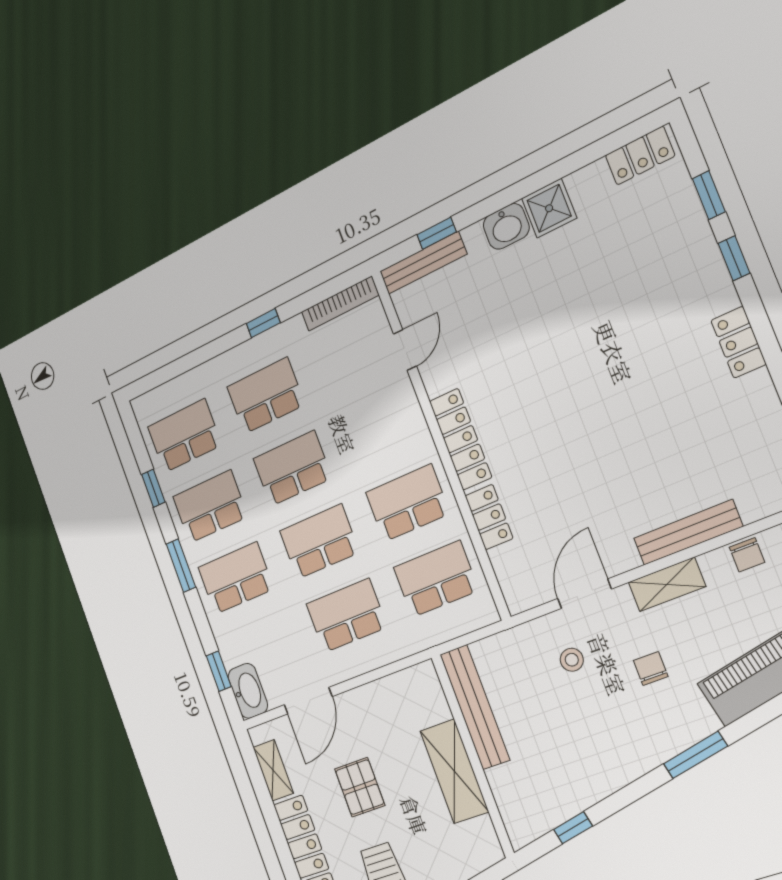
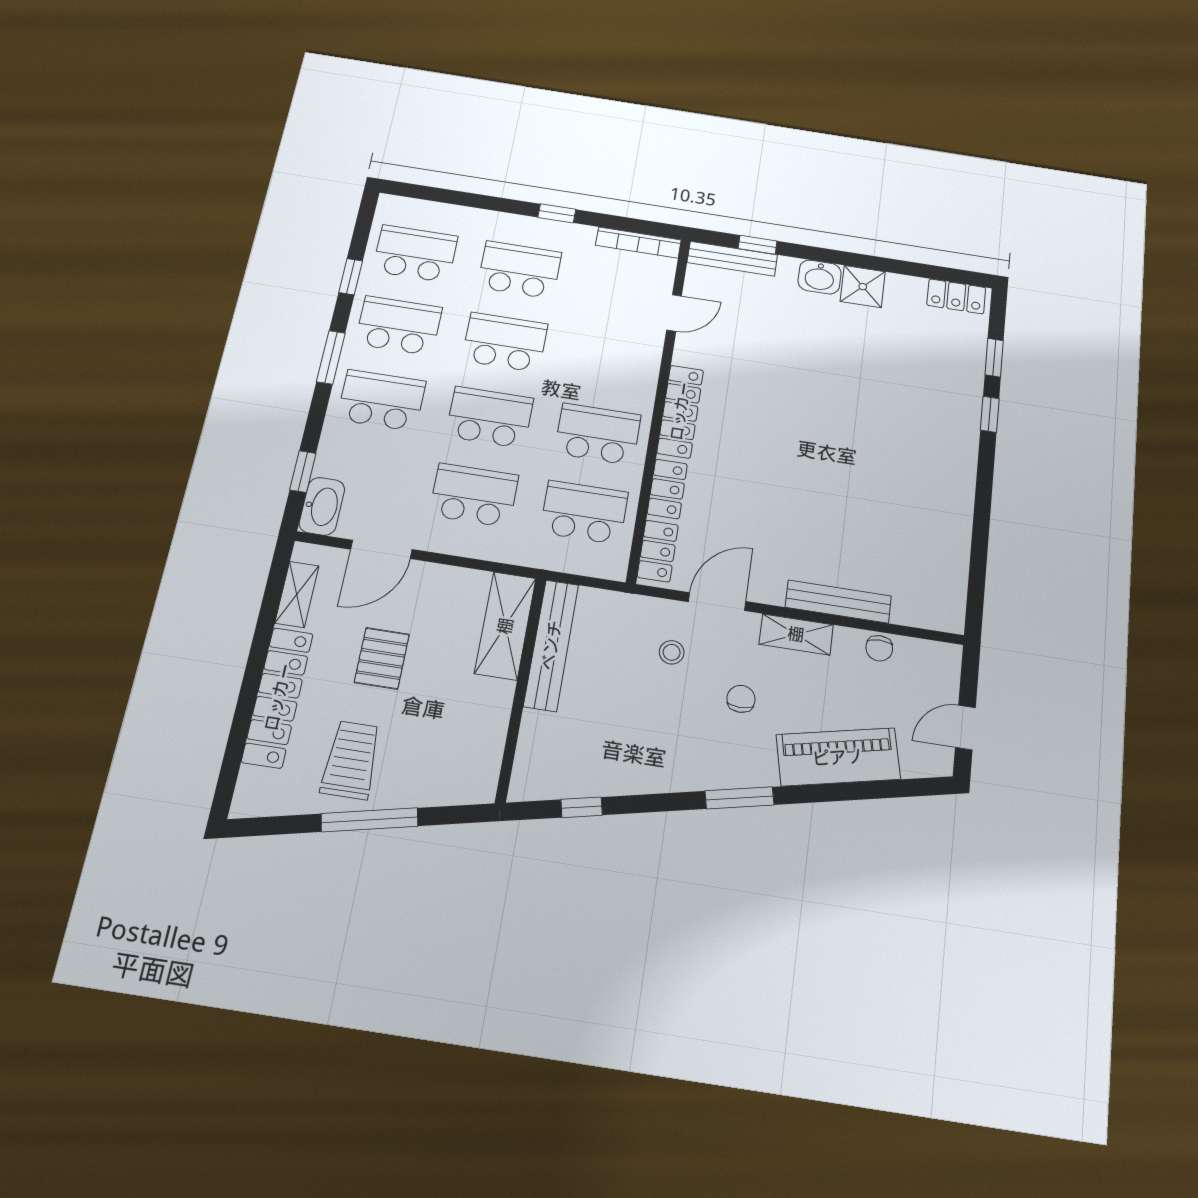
locker: (738, 342) -> (658, 551), moved, turned 180
shelving: (454, 771) -> (505, 626), moved

